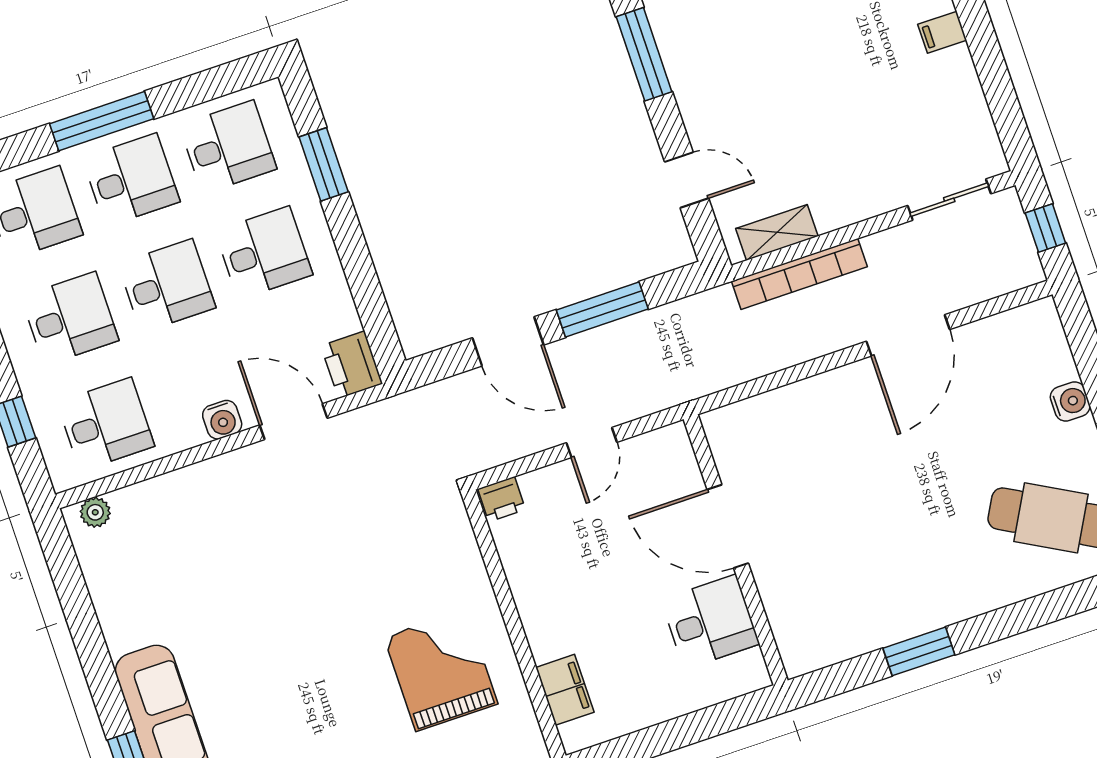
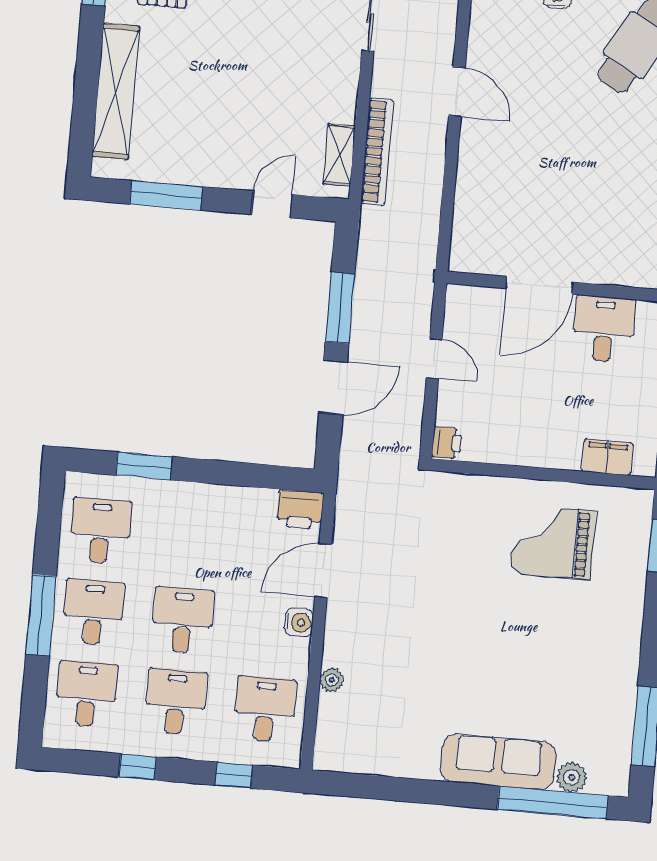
desk: (264, 253) -> (190, 538), removed
door: (908, 335) -> (457, 92), width x0.73
plant: (95, 512) -> (332, 680), moved

